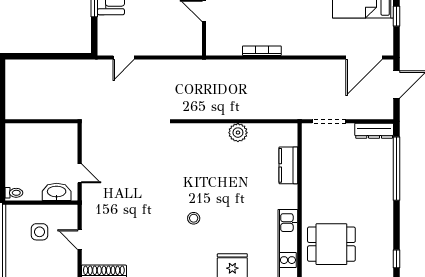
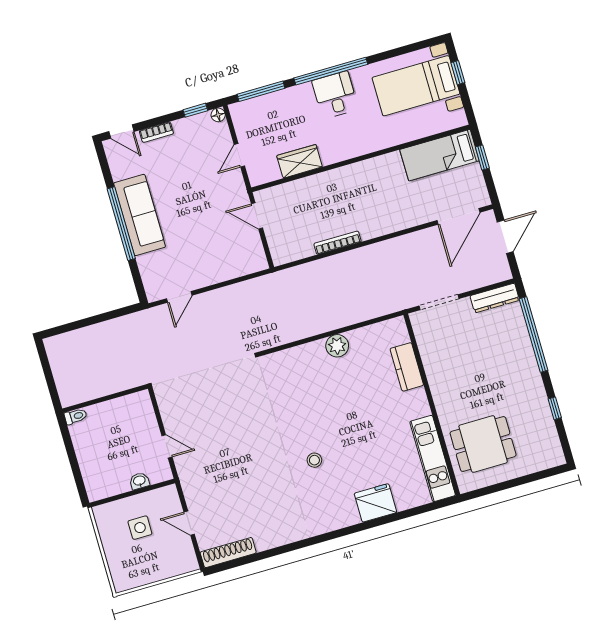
washbasin: (57, 192) -> (139, 481), width x0.52, depth x0.69
toilet: (14, 193) -> (76, 416), moved
window: (397, 259) -> (555, 408), moved

